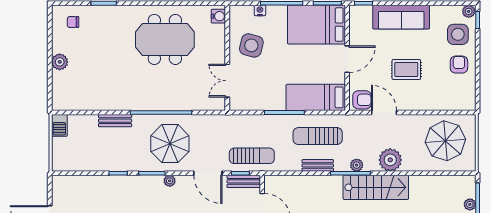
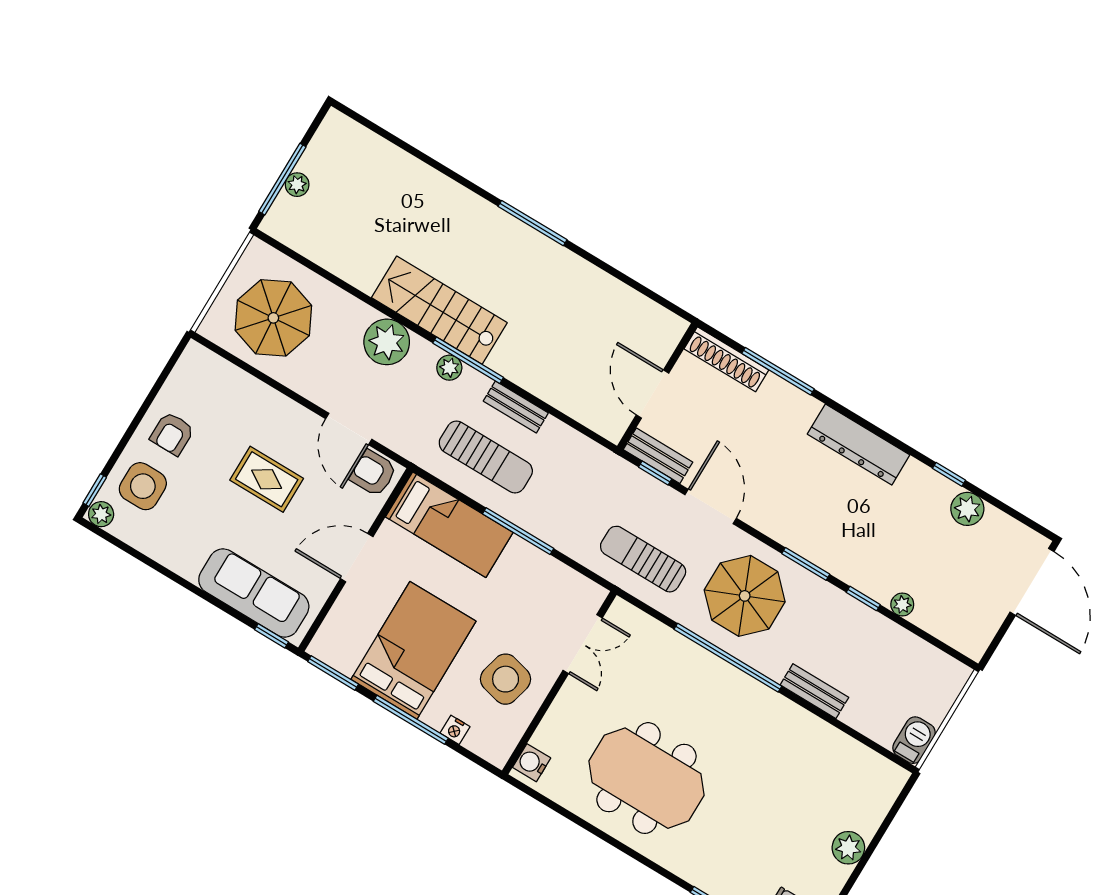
sofa: (401, 17) -> (254, 593), moved
bed: (316, 25) -> (413, 650), moved, turned -90
sun lounger: (252, 156) -> (643, 559), moved
plant: (170, 181) -> (902, 605), moved

